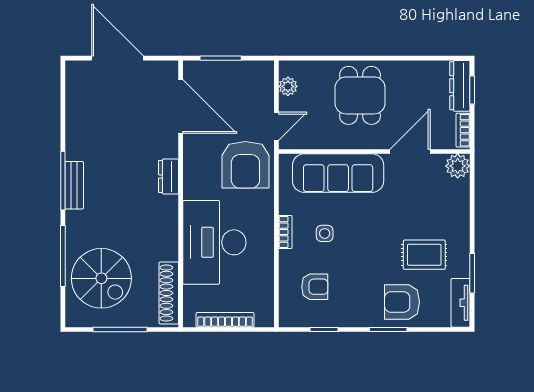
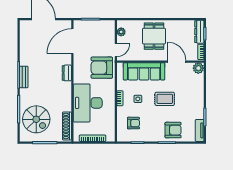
door: (181, 107) -> (72, 41), swing flipped
door: (410, 152) -> (177, 62), hinge flipped
armchair: (245, 165) -> (102, 68), turned 90
rug: (424, 255) -> (165, 99), moved
armchair: (402, 302) -> (173, 130), turned 180

